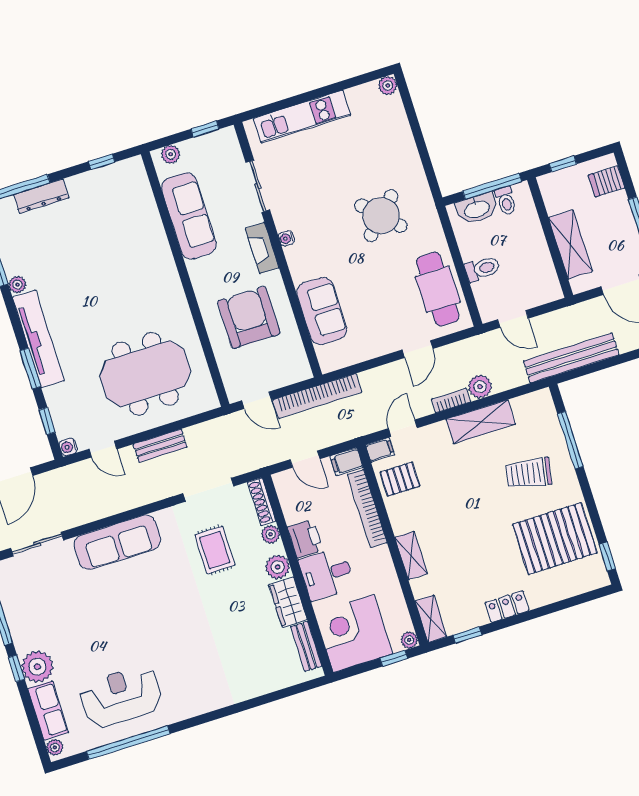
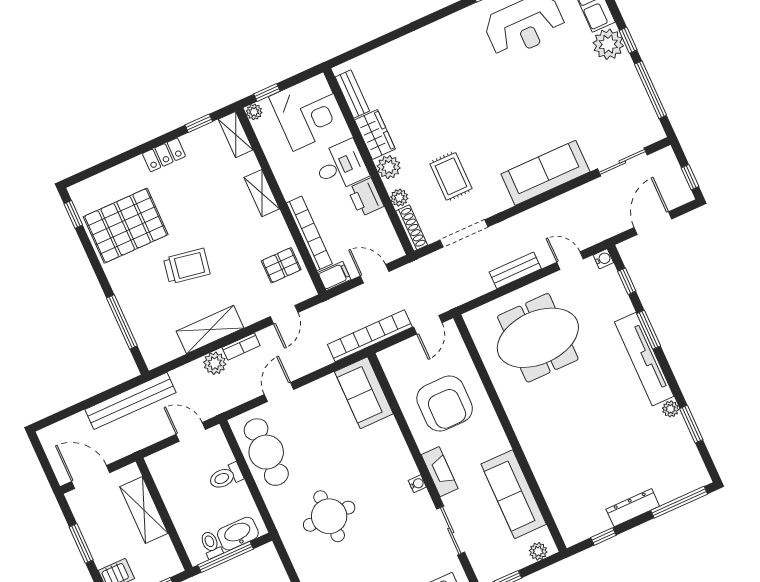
dresser: (41, 196) -> (633, 508), moved
round table: (381, 216) -> (329, 516), turned 45
sofa: (322, 311) -> (364, 393), moved
door: (257, 400) -> (428, 325), swing flipped
filing cabinet: (380, 450) -> (304, 291), removed
trolley: (528, 473) -> (187, 266), moved

